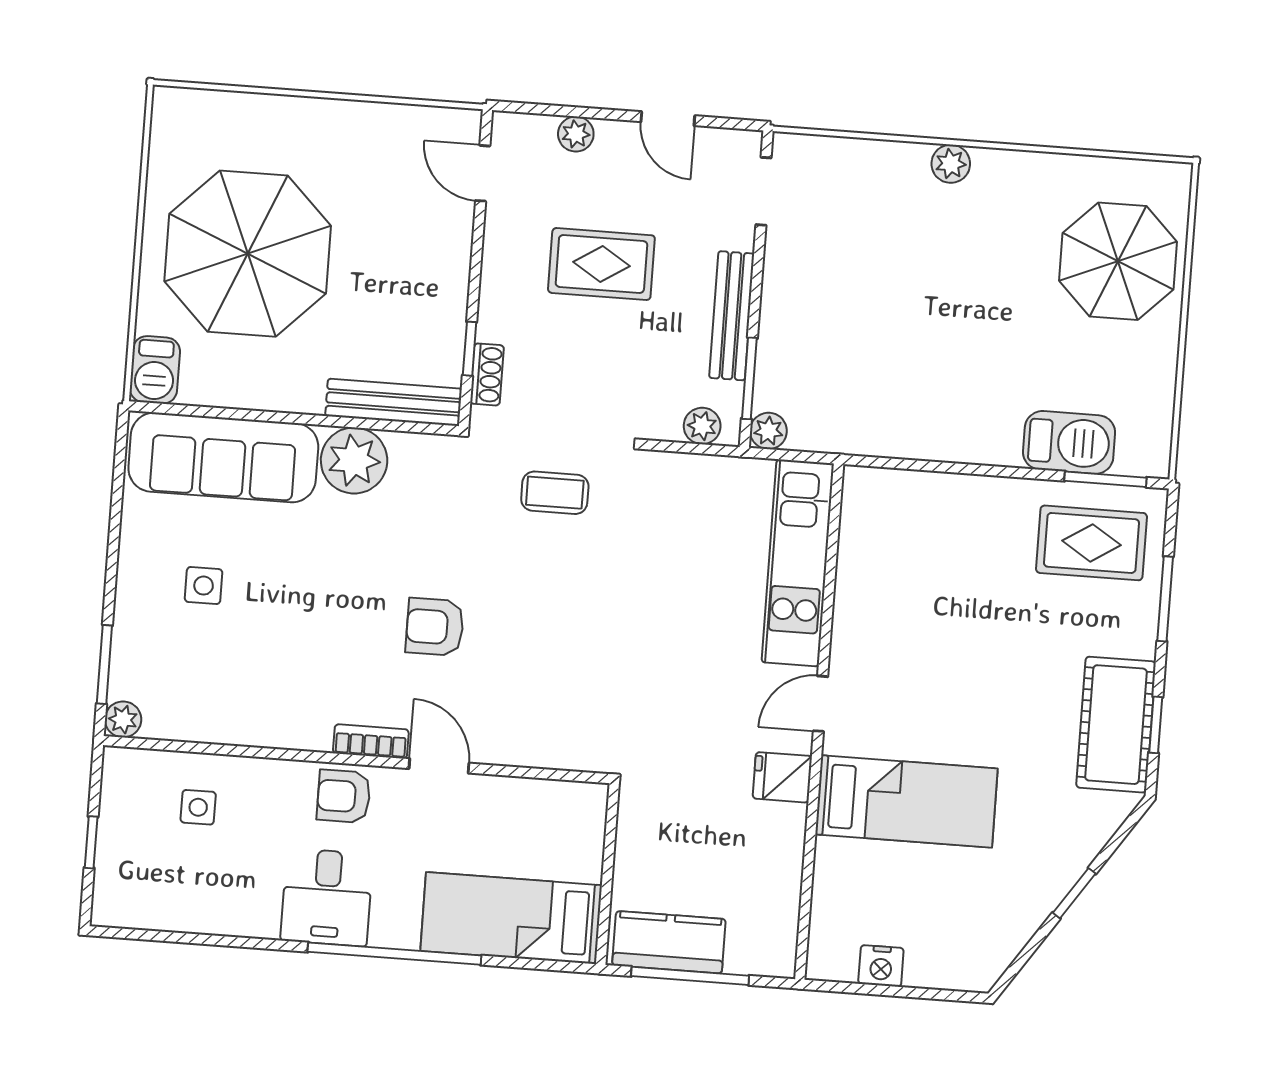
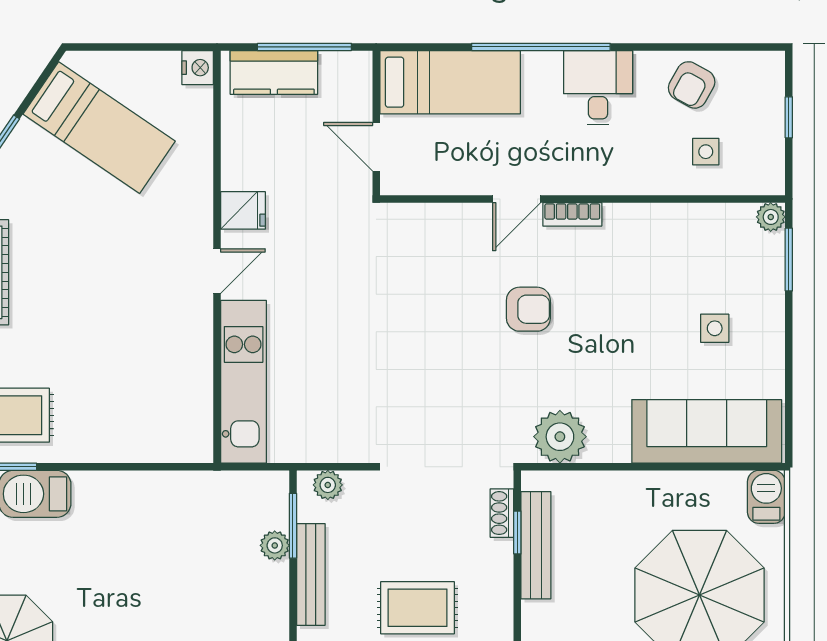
bench: (394, 402) -> (536, 545), moved, turned 90
plant: (768, 431) -> (275, 545), moved
plant: (354, 460) -> (560, 437), moved
coffee table: (555, 493) -> (441, 423), removed
door: (439, 766) -> (517, 199), hinge flipped
armchair: (344, 796) -> (692, 85), moved, turned 119
bed: (906, 801) -> (99, 128), moved, turned -146
door: (610, 844) -> (376, 147), added
kitchen counter: (669, 942) -> (274, 72), moved
nightstand: (881, 966) -> (198, 68), moved, turned 90

